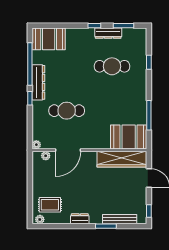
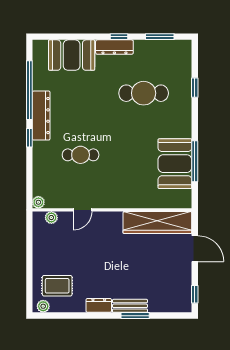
dresser: (108, 33) -> (114, 47), moved
booth: (49, 39) -> (72, 55), moved
cafe table: (67, 111) -> (81, 155), width x0.73, depth x0.74
booth: (129, 137) -> (175, 164), moved, turned 90
door: (68, 150) -> (82, 210), width x0.53
bench: (120, 219) -> (130, 306), moved, width x0.73

